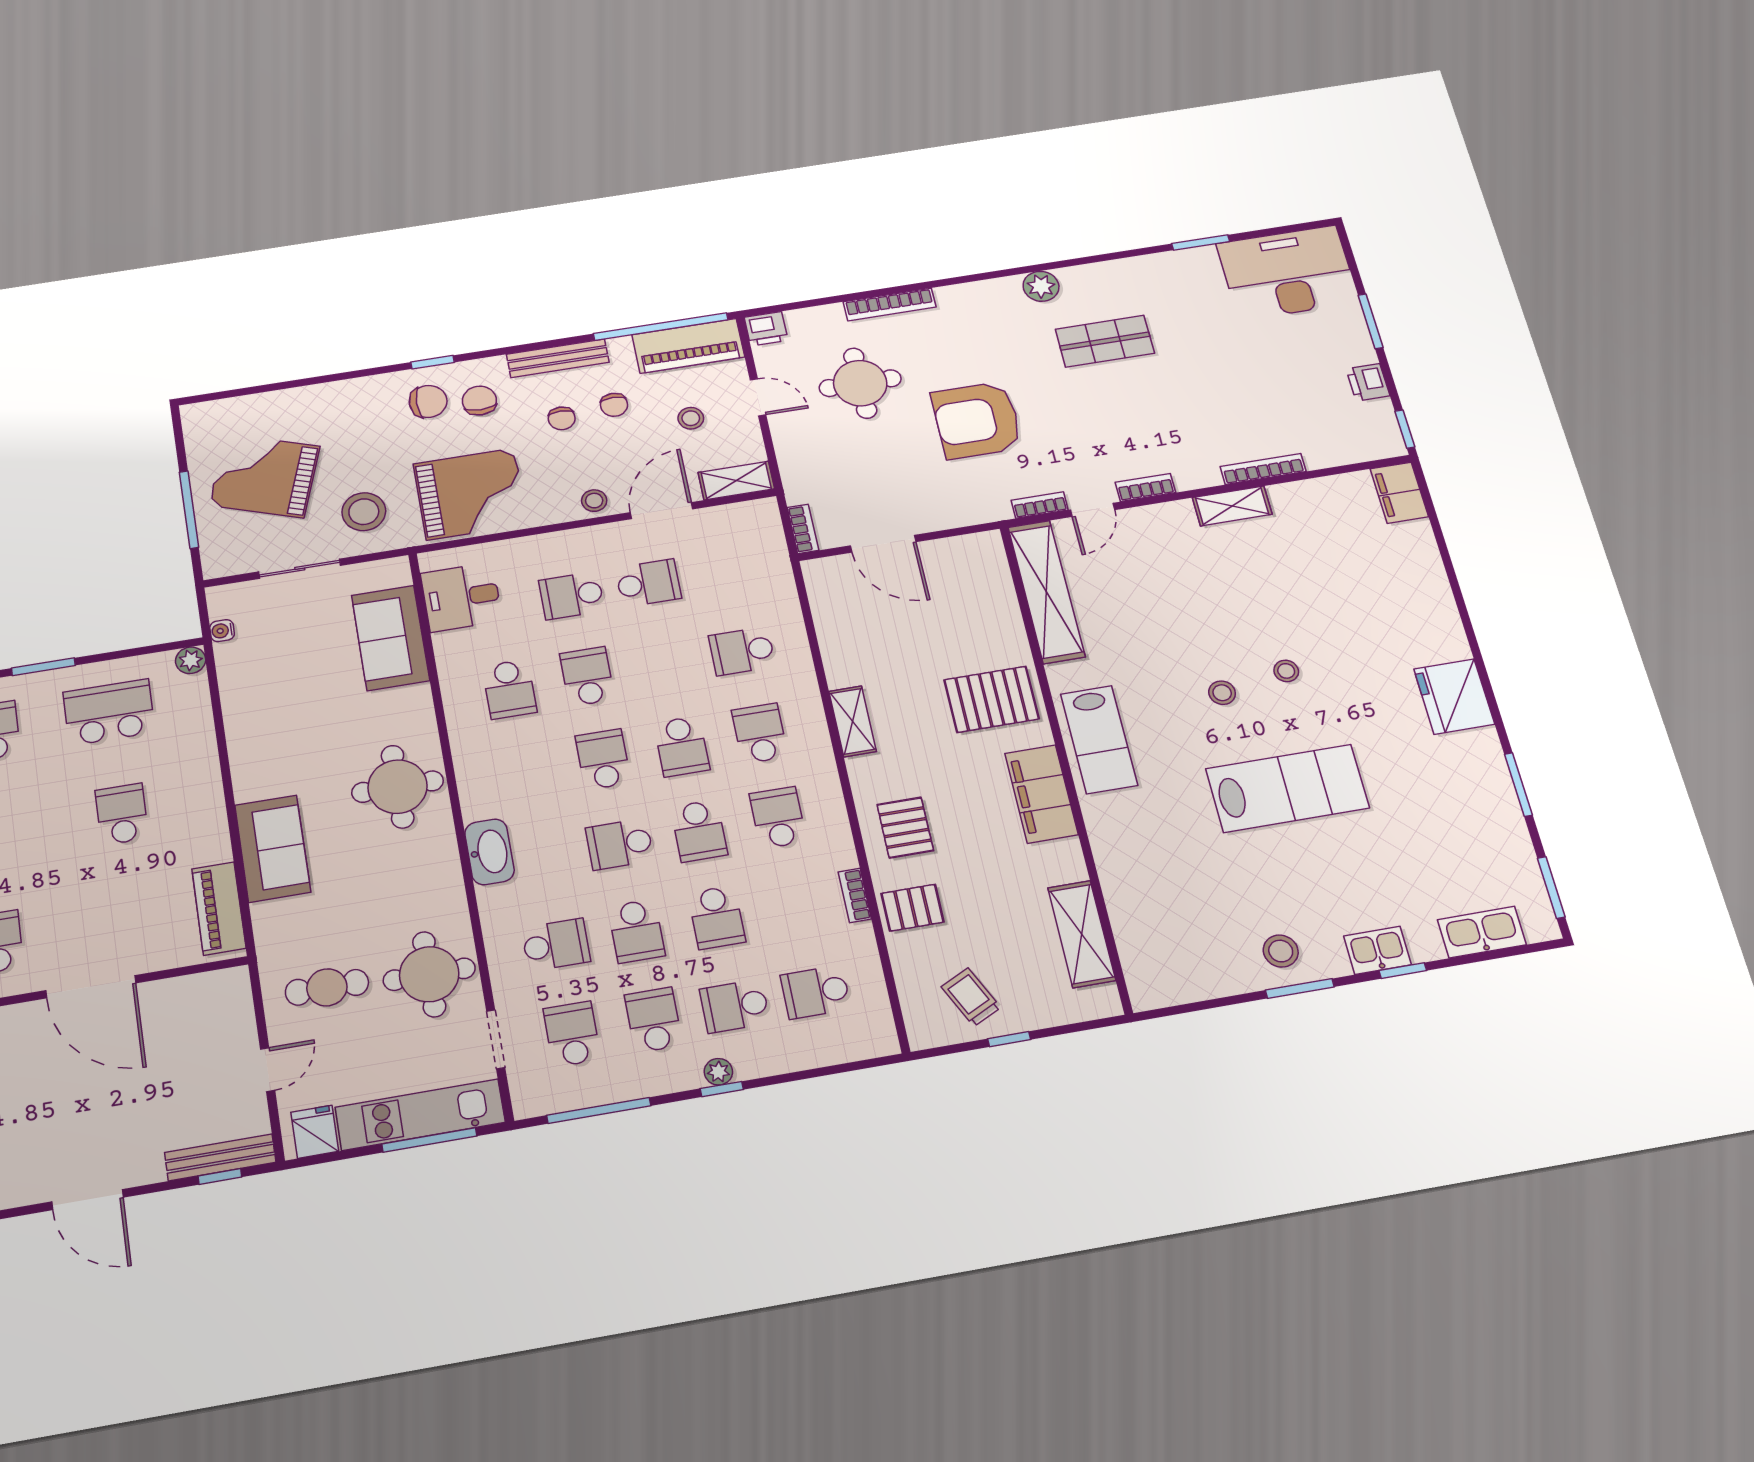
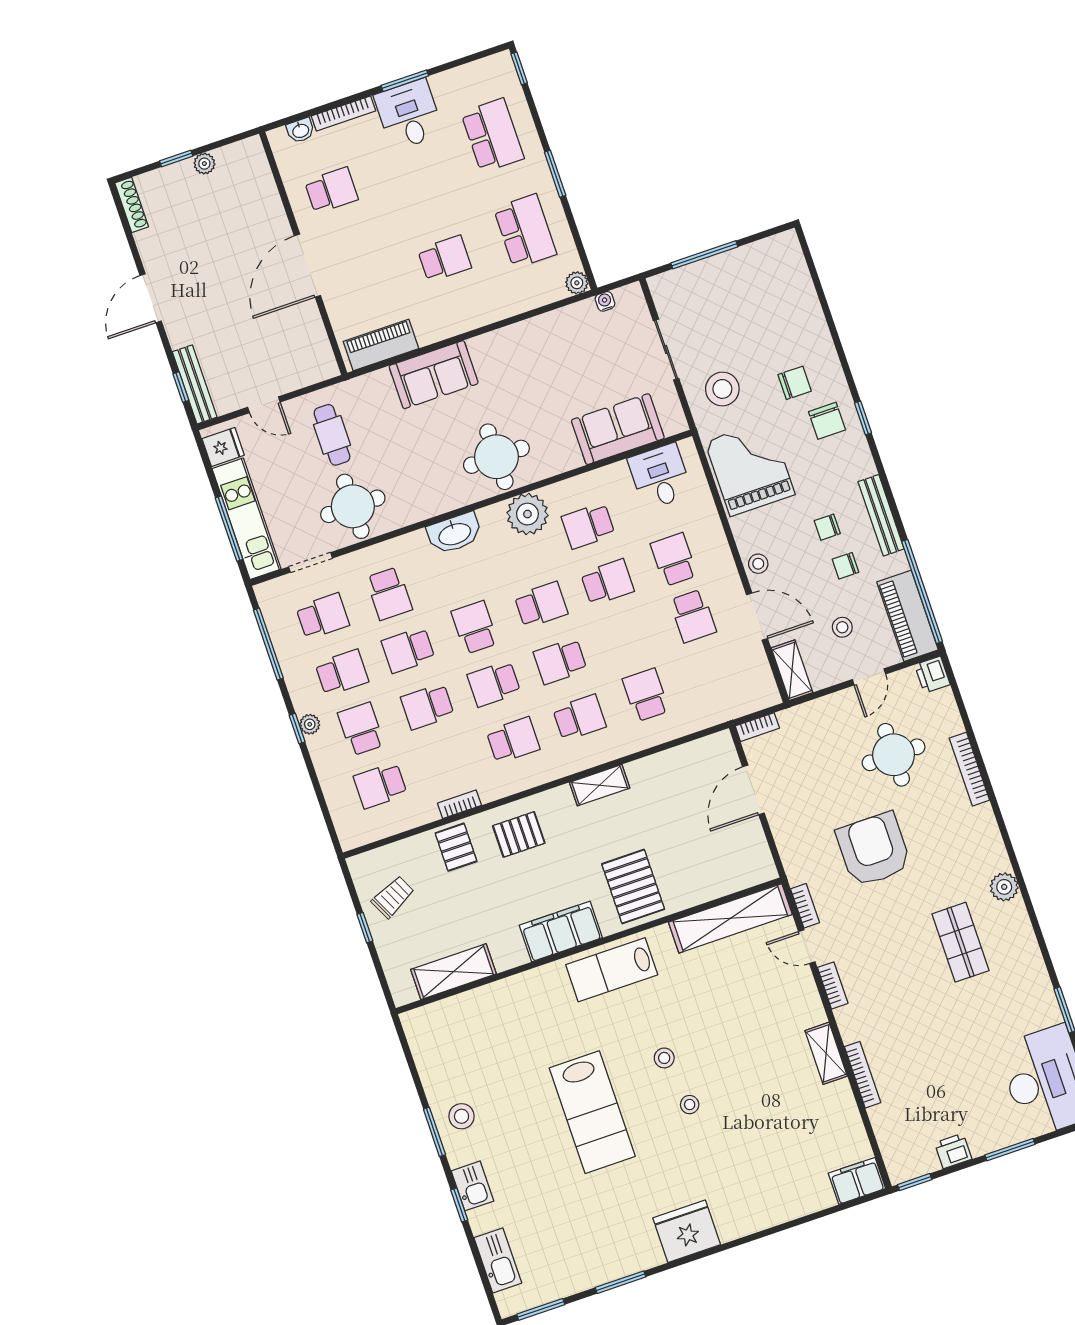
chair: (479, 401) -> (795, 383), moved
grand piano: (265, 476) -> (742, 307), removed
grand piano: (471, 494) -> (750, 468), turned 180
plant: (480, 759) -> (527, 514), added
school desk: (816, 992) -> (380, 785), turned -90

